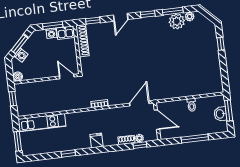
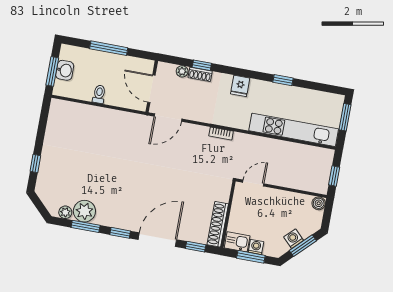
door: (121, 17) -> (157, 240), width x1.87
washing machine: (21, 55) -> (294, 239), moved
door: (67, 77) -> (253, 183), swing flipped
kitchen unit: (42, 123) -> (294, 130), width x1.36
window: (140, 145) -> (202, 65), moved

